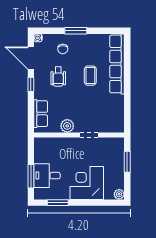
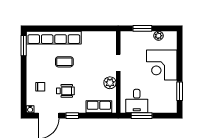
window: (76, 31) -> (24, 46), moved
window: (31, 176) -> (142, 116), moved
desk: (47, 176) -> (137, 101), moved
plant: (119, 194) -> (158, 36), moved

